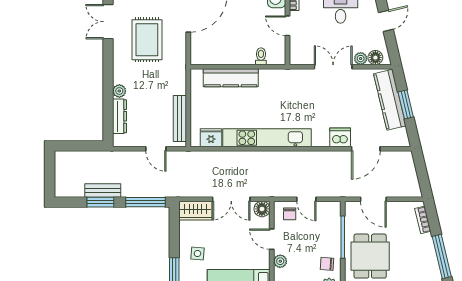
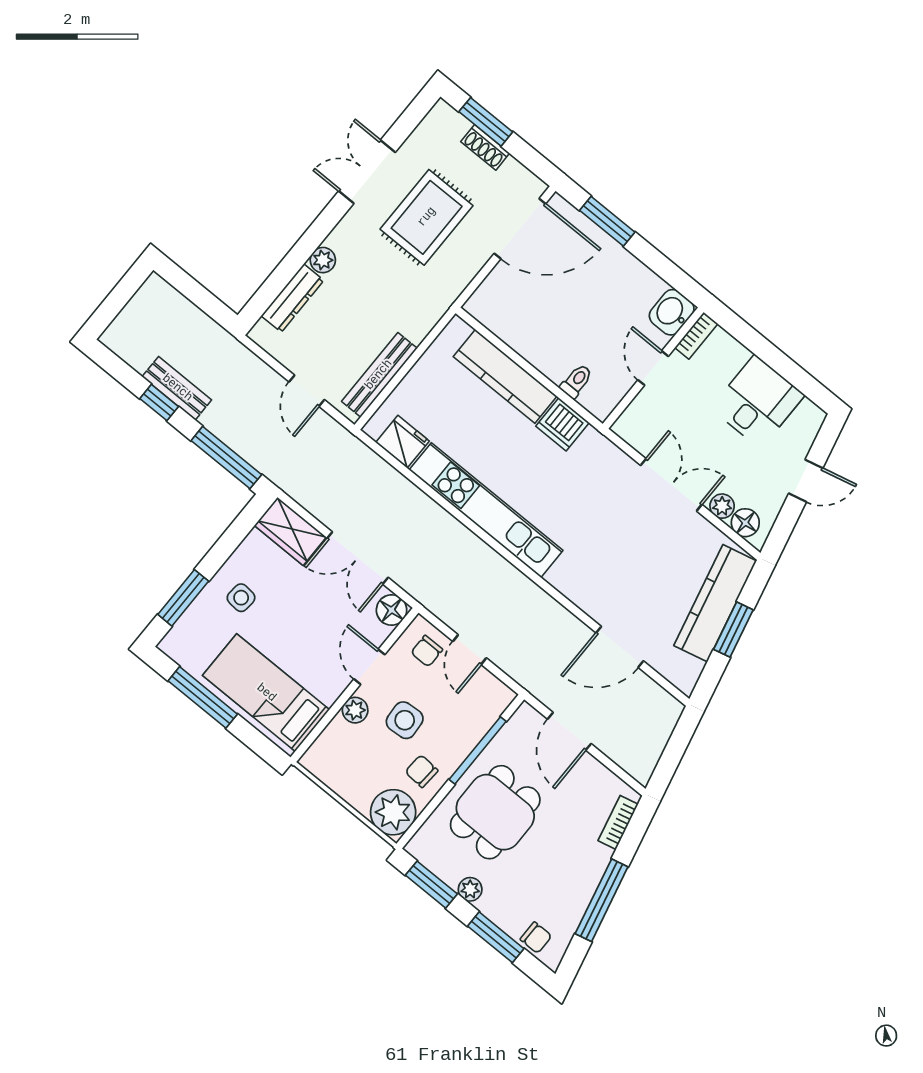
double door: (108, 22) -> (367, 172), moved
dishwasher: (340, 137) -> (563, 424), moved, turned 180
window: (100, 202) -> (159, 403), width x0.67
side table: (303, 249) -> (405, 720), added

